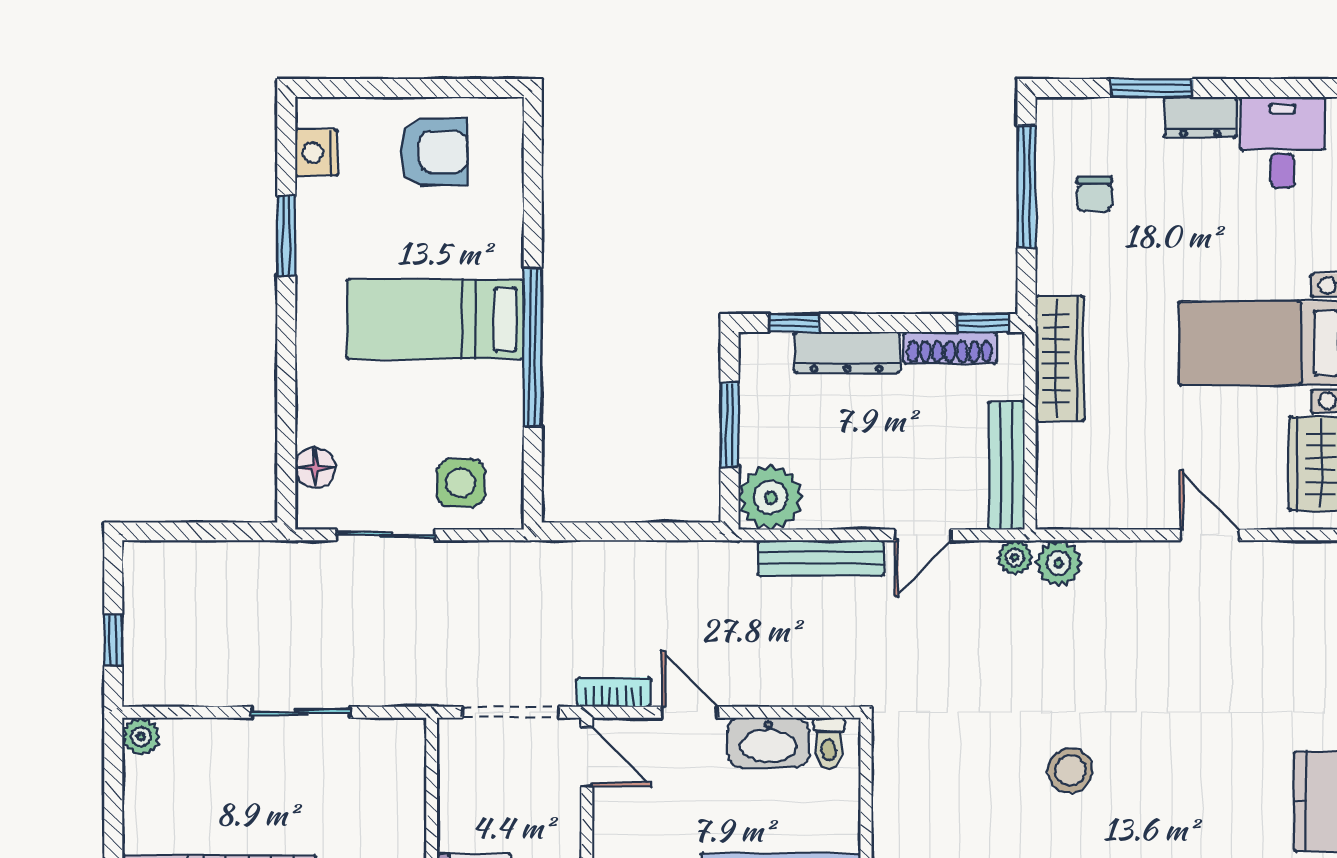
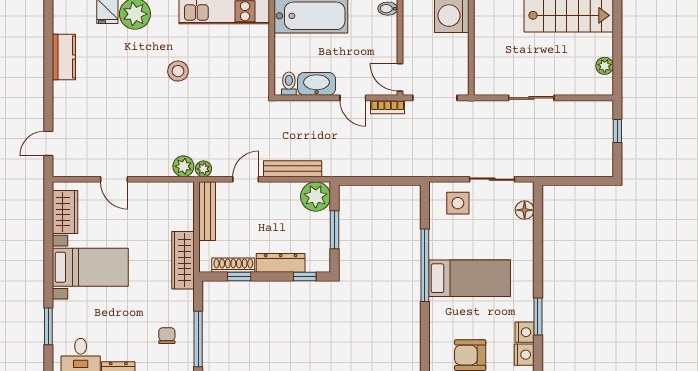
nightstand: (315, 202) -> (524, 332), added
window: (983, 323) -> (239, 276), moved
plant: (141, 736) -> (605, 66), moved

